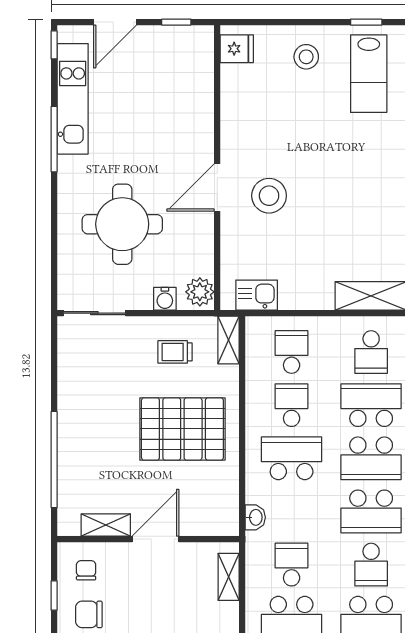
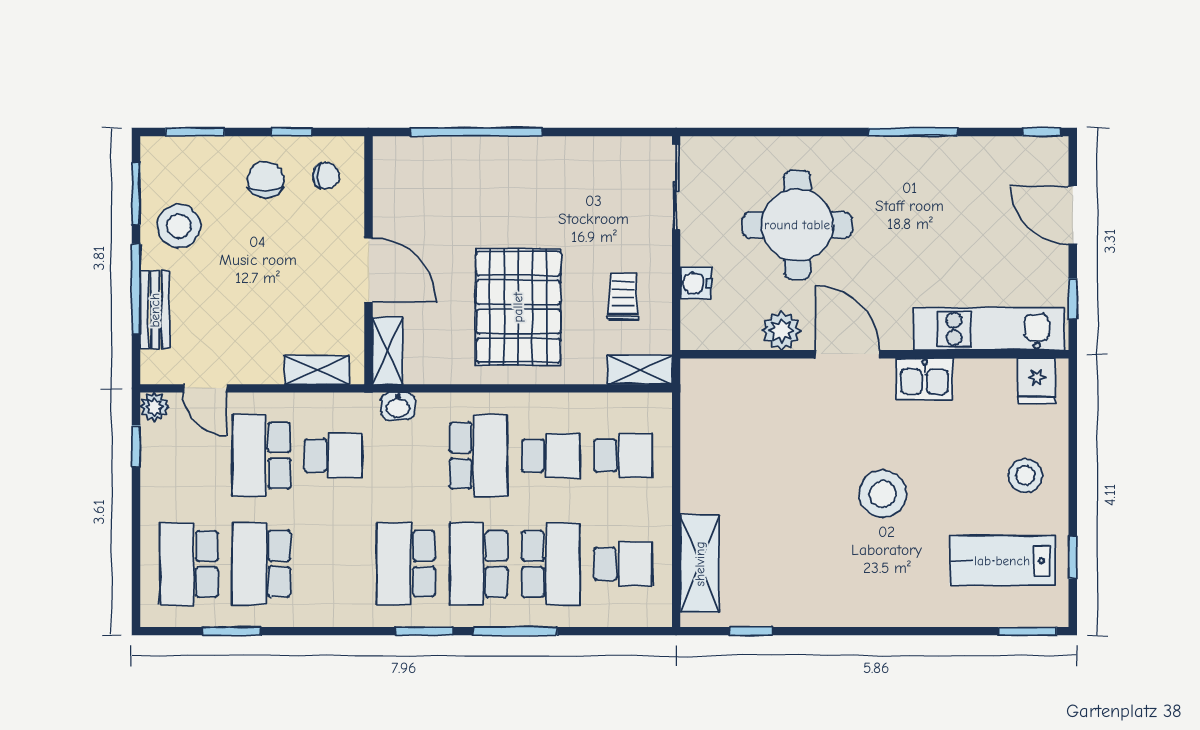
kitchen unit: (73, 99) -> (989, 329), moved, turned 180
stool: (269, 196) -> (883, 494), moved
plant: (200, 292) -> (781, 331), moved
kitchen sink: (257, 295) -> (924, 379), moved, turned 90
school desk: (371, 352) -> (623, 564), turned 180
shelving: (106, 525) -> (388, 351), moved
school desk: (371, 565) -> (334, 564), removed

